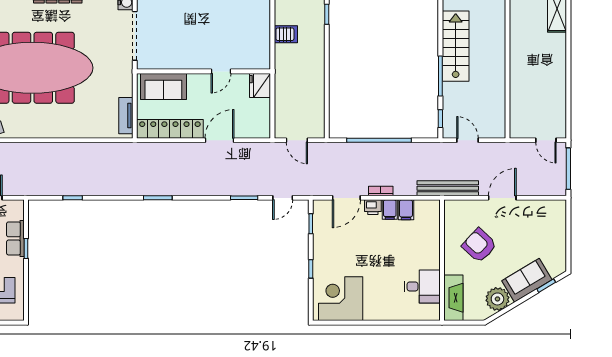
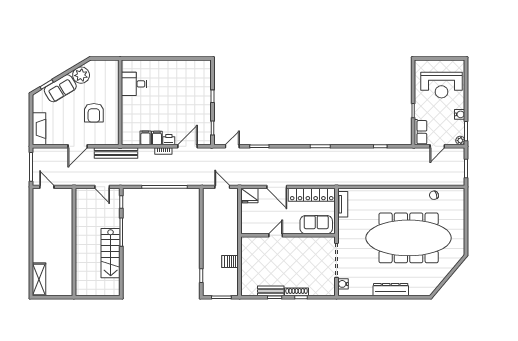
fridge: (260, 85) -> (249, 196), moved, turned 90
door: (220, 140) -> (277, 187), hinge flipped
row of seats: (15, 238) -> (421, 132), moved
armchair: (479, 245) -> (94, 113), turned 47
fireplace: (453, 298) -> (39, 129), moved, turned 180
corner desk: (341, 299) -> (192, 75), removed

